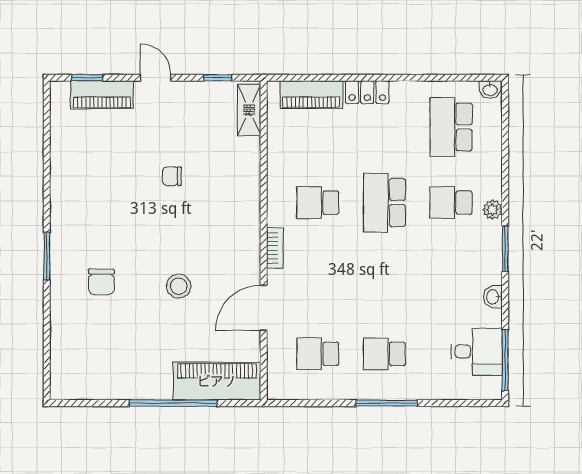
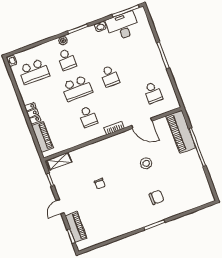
desk: (477, 352) -> (123, 26), width x1.37
school desk: (384, 354) -> (110, 76), moved

